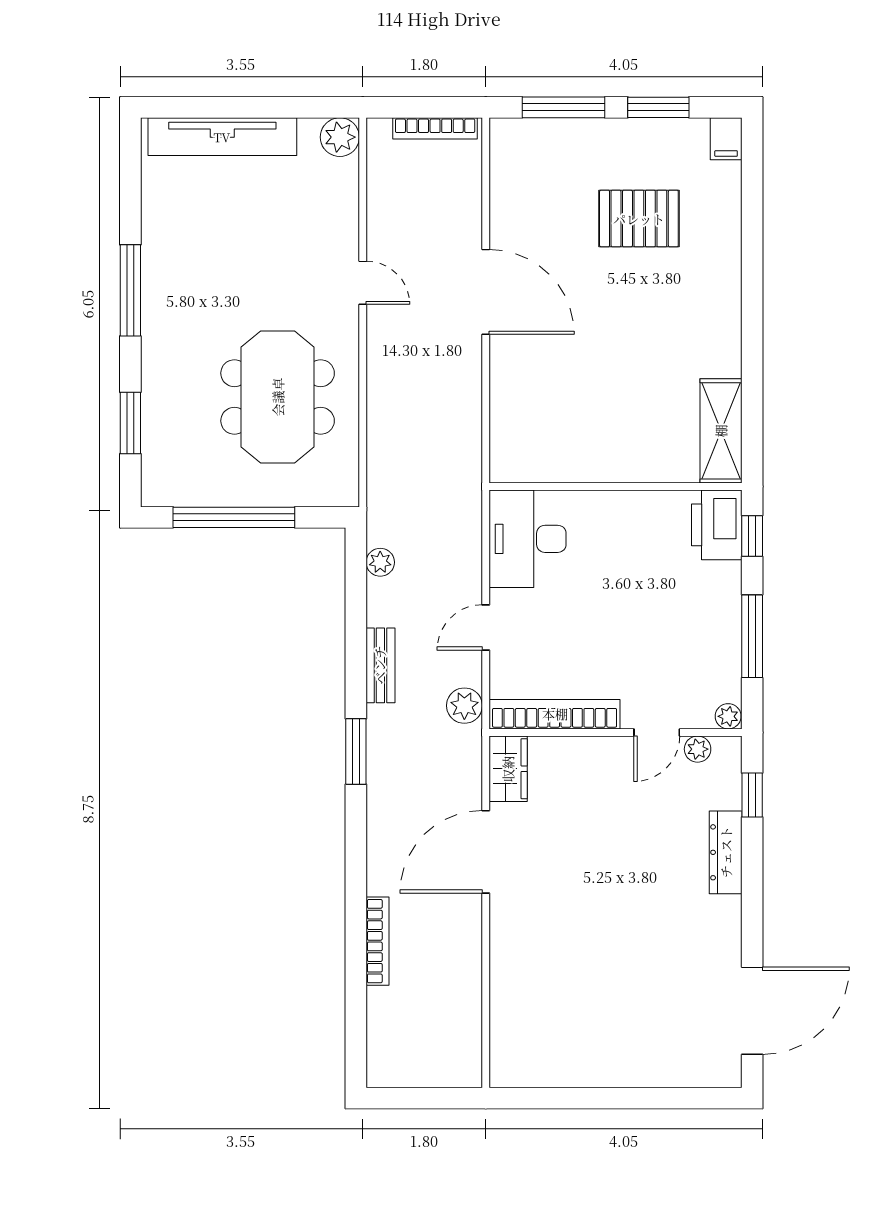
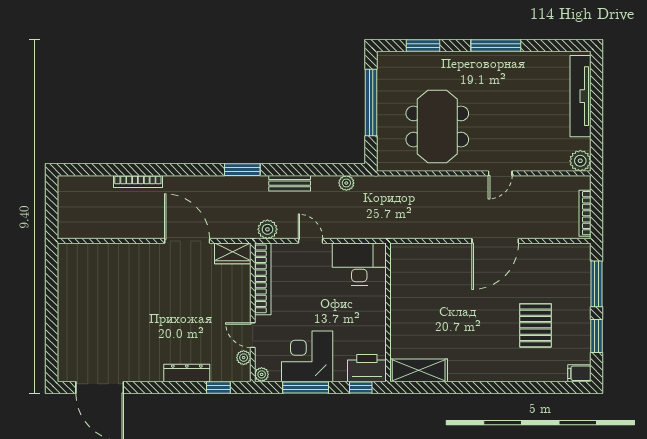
meeting table: (278, 397) -> (437, 127), turned 90
corner desk: (695, 634) -> (307, 356), added

